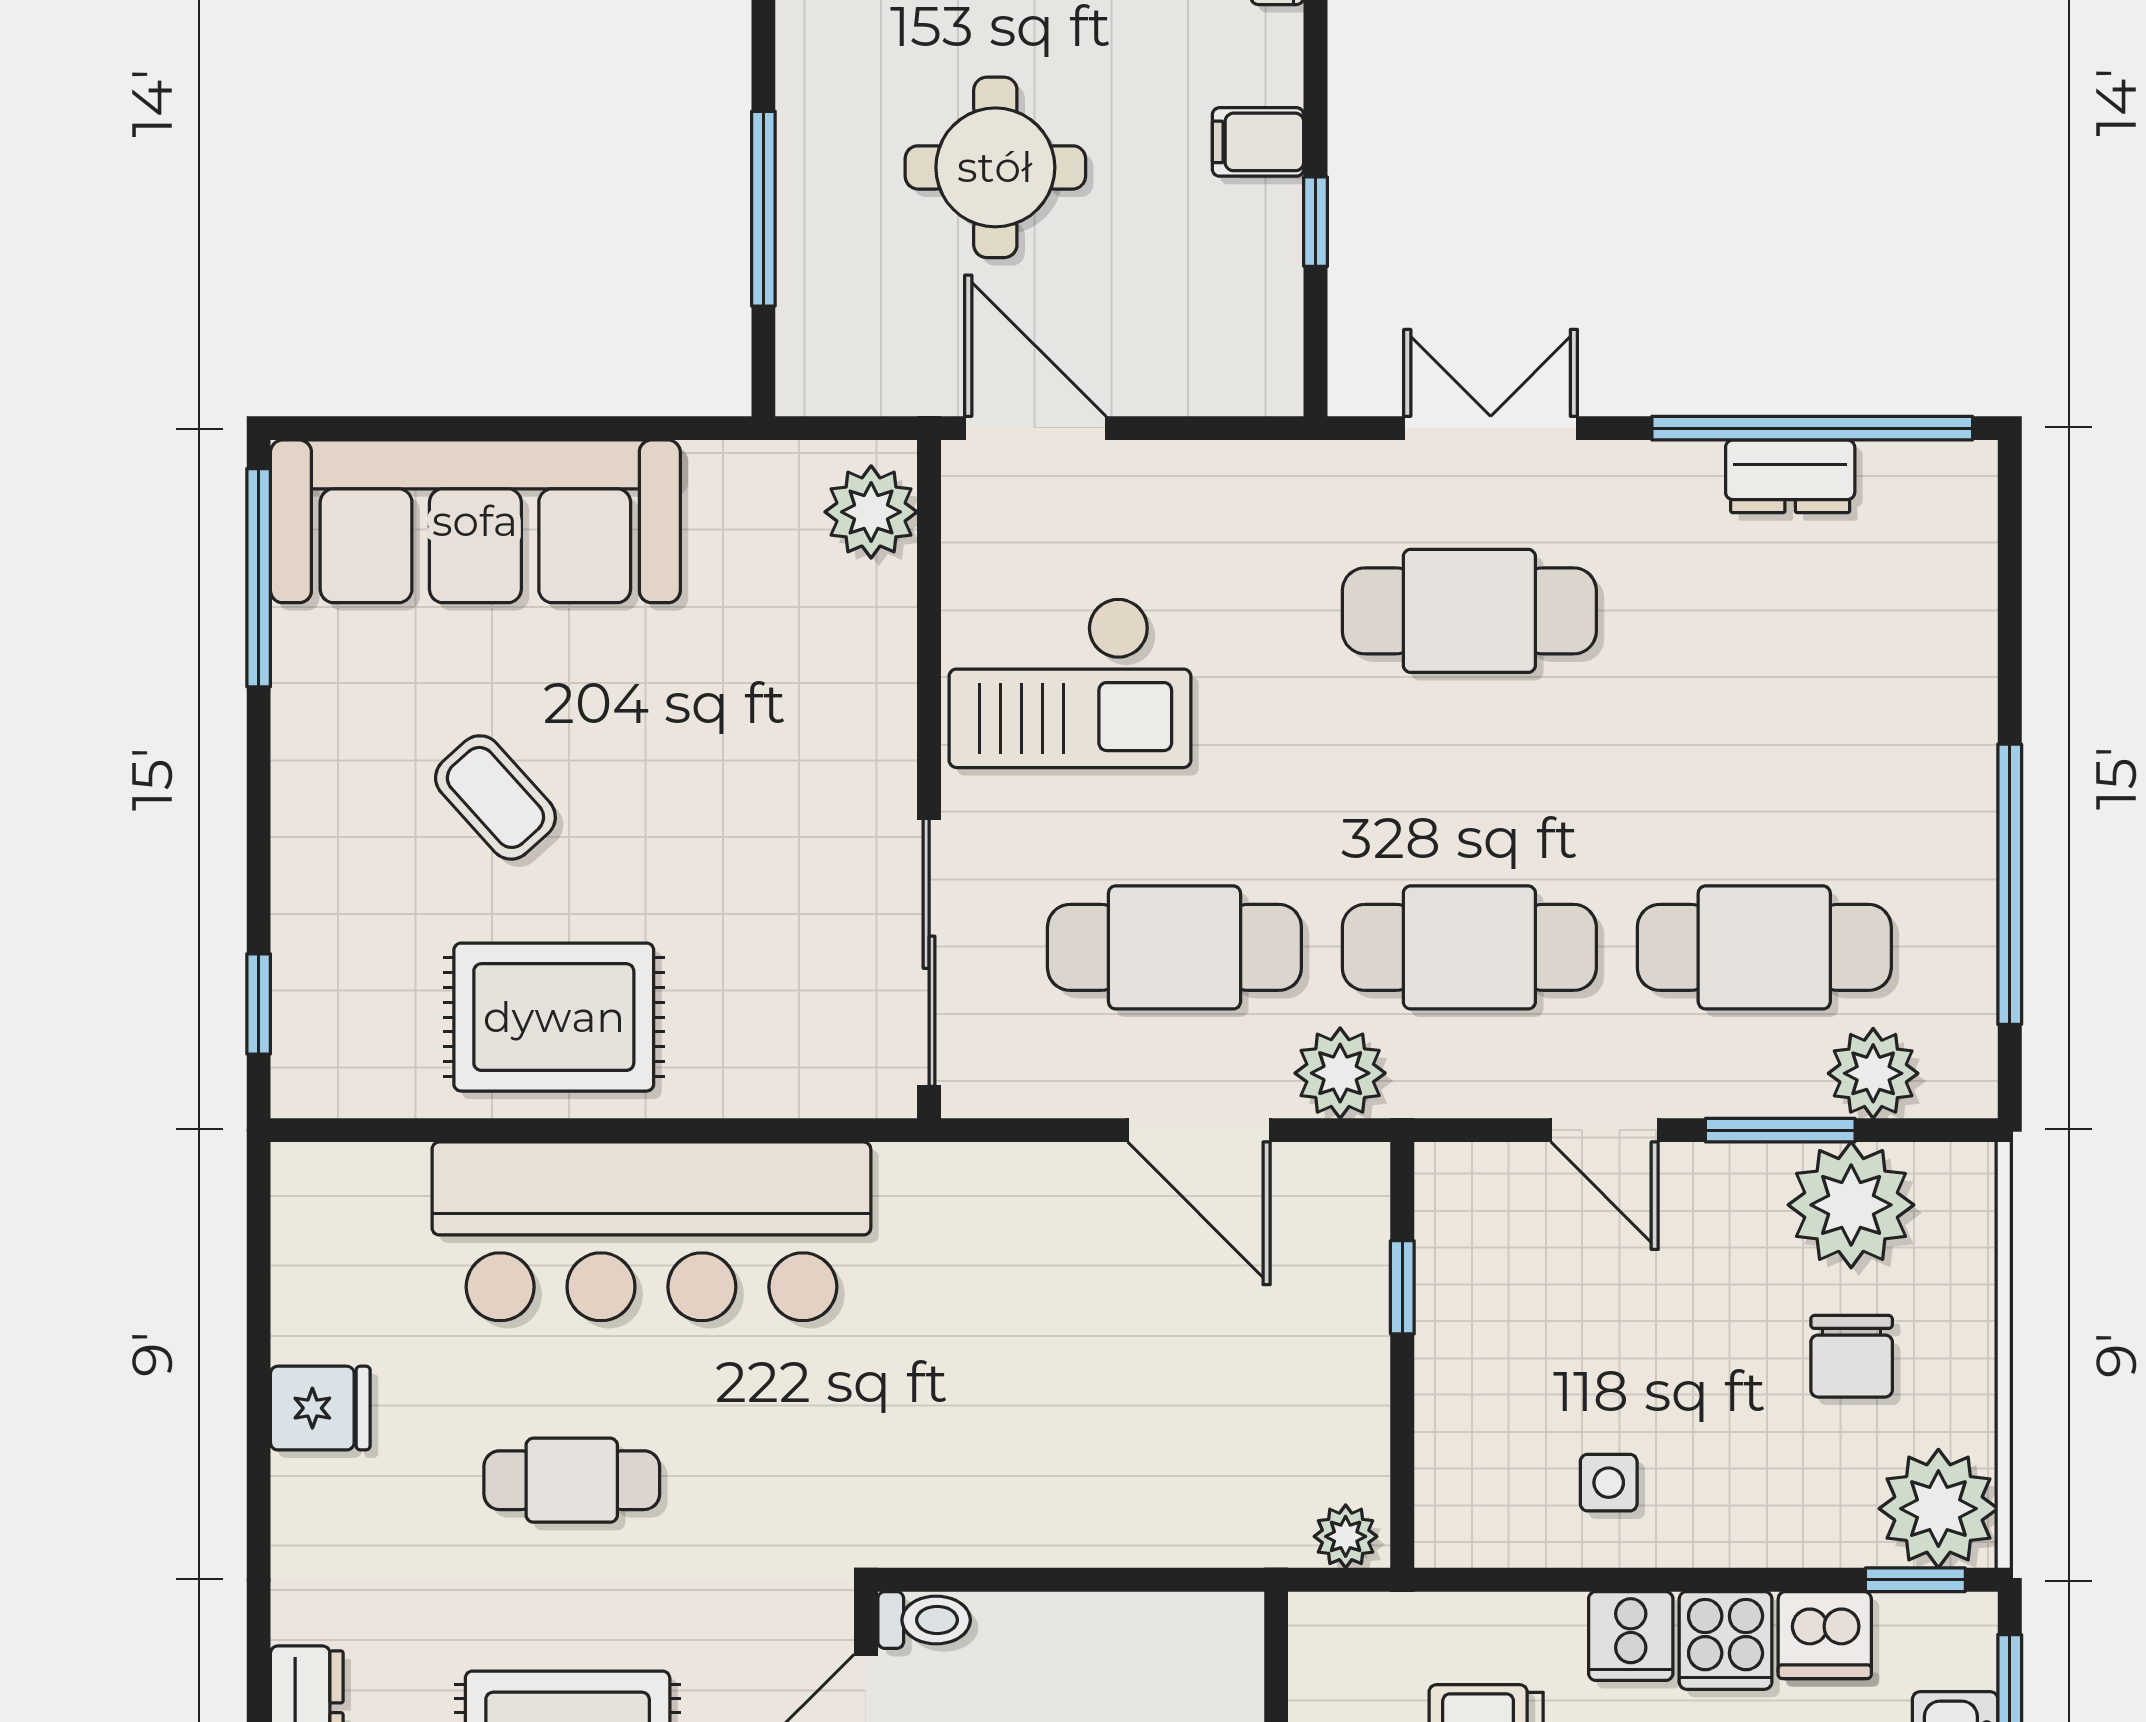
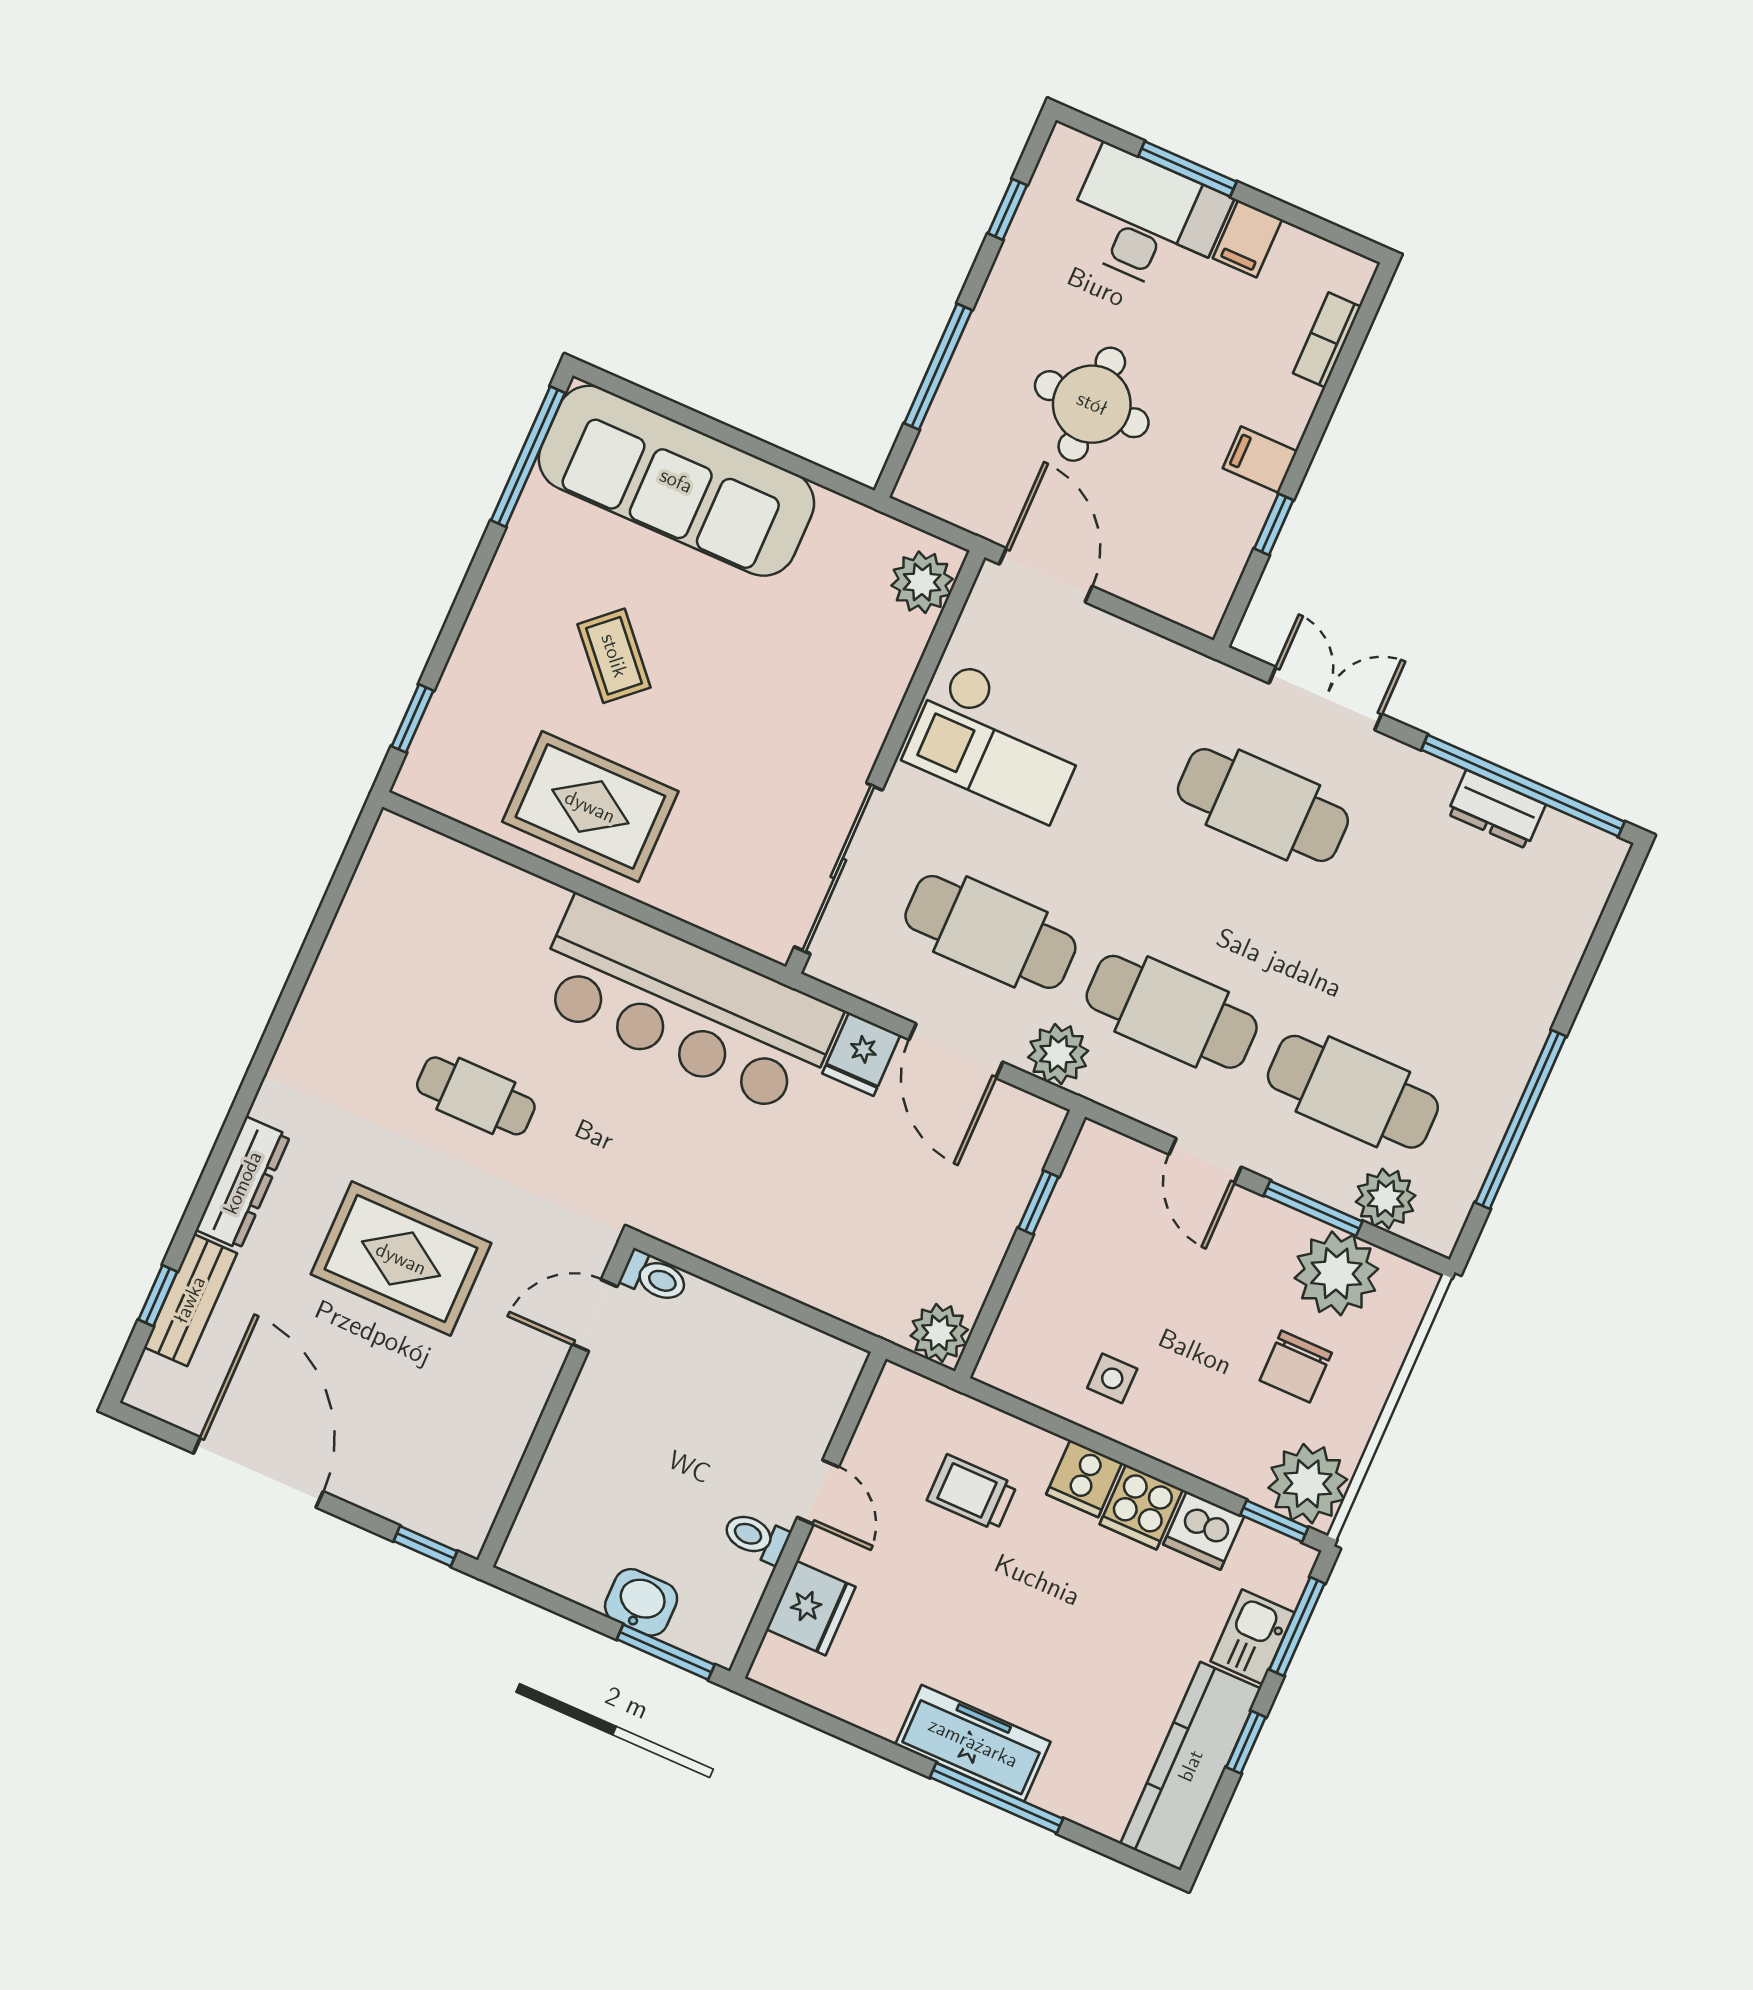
bar counter: (651, 1231) -> (686, 1006), moved
fridge: (320, 1408) -> (861, 1054), moved, turned 90
plant: (1346, 1536) -> (939, 1333), width x1.38, depth x1.38

